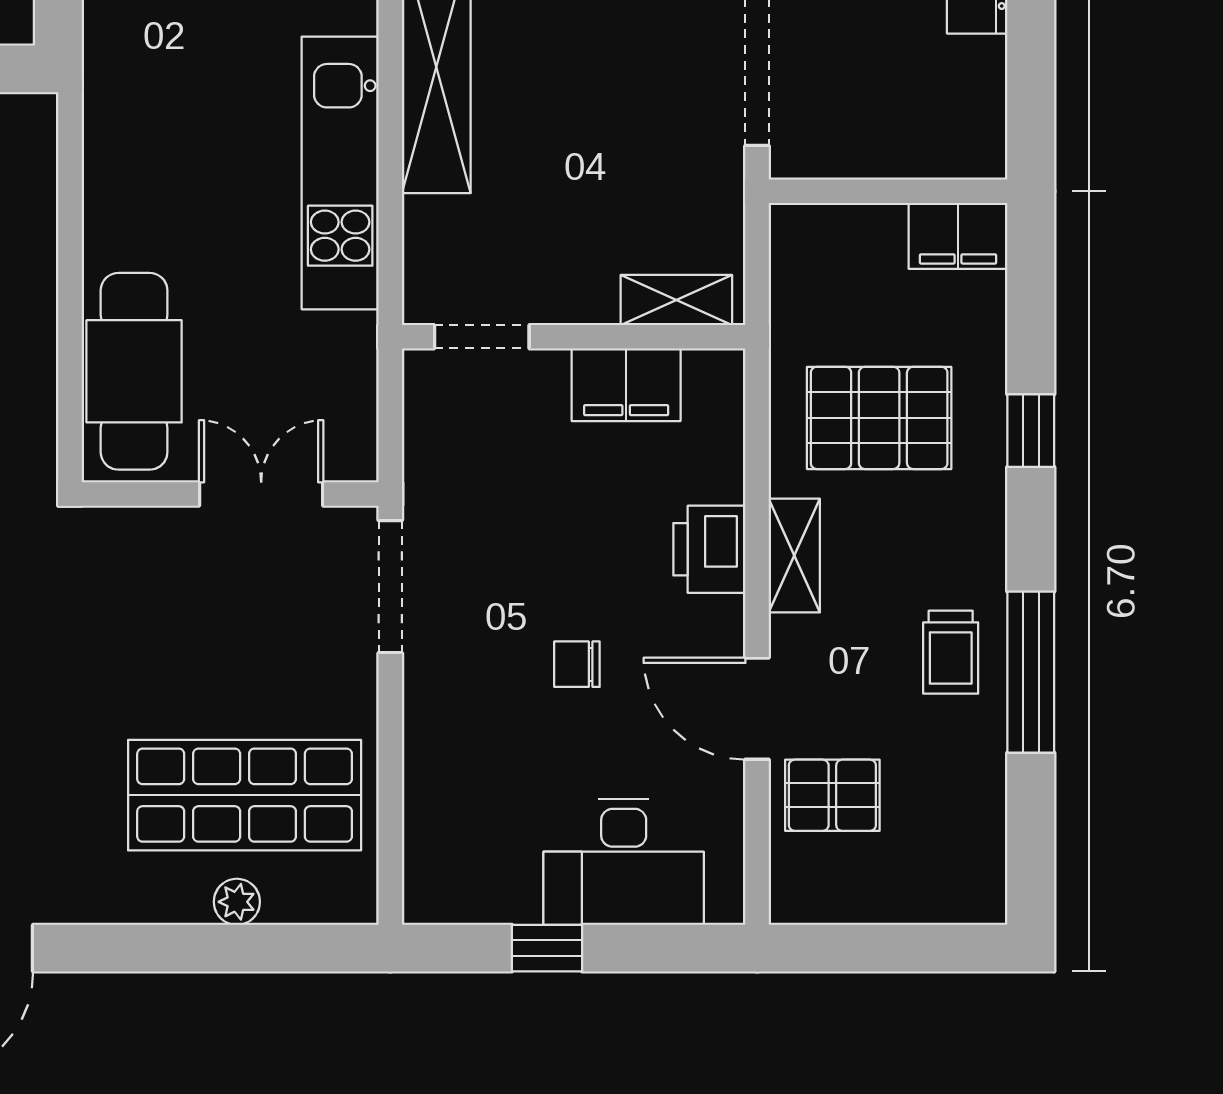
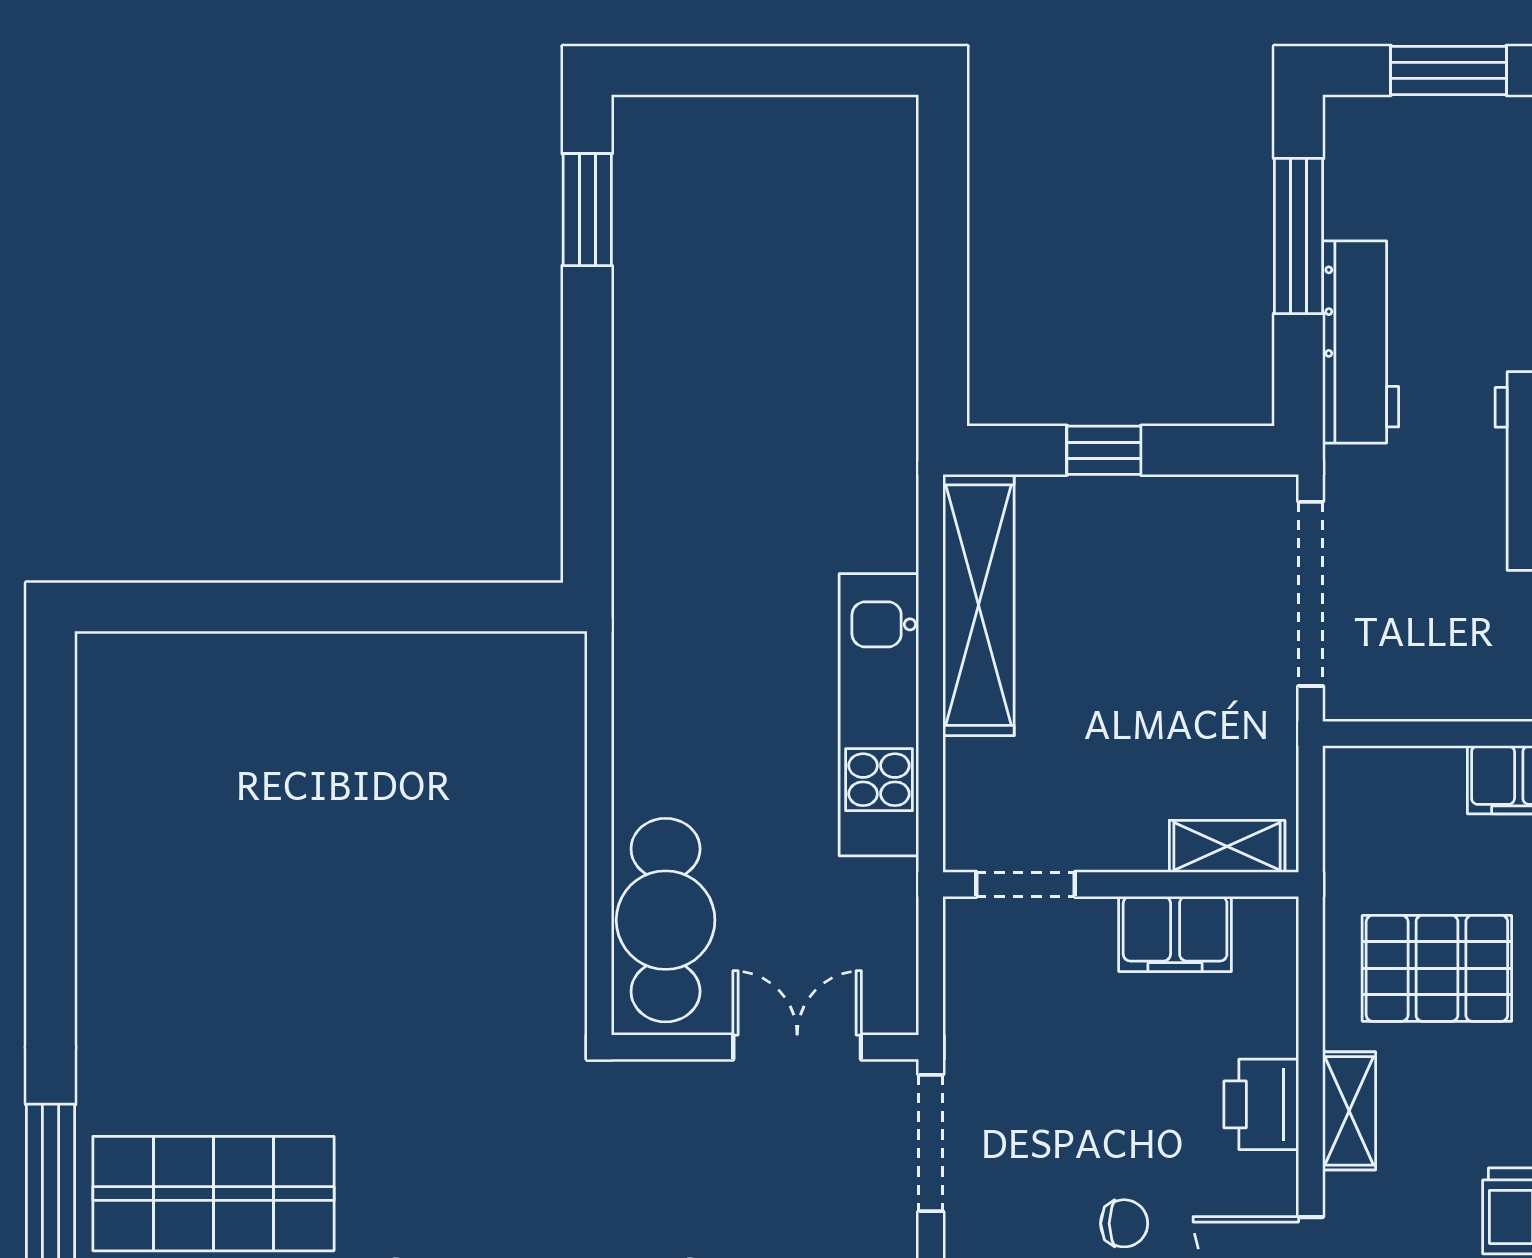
chair: (577, 664) -> (1124, 1223), turned 180

